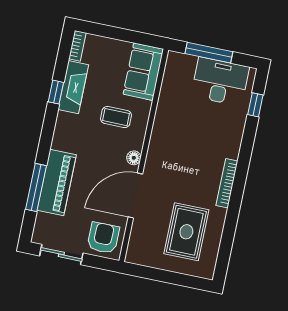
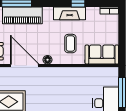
fireplace: (73, 87) -> (70, 13), moved

